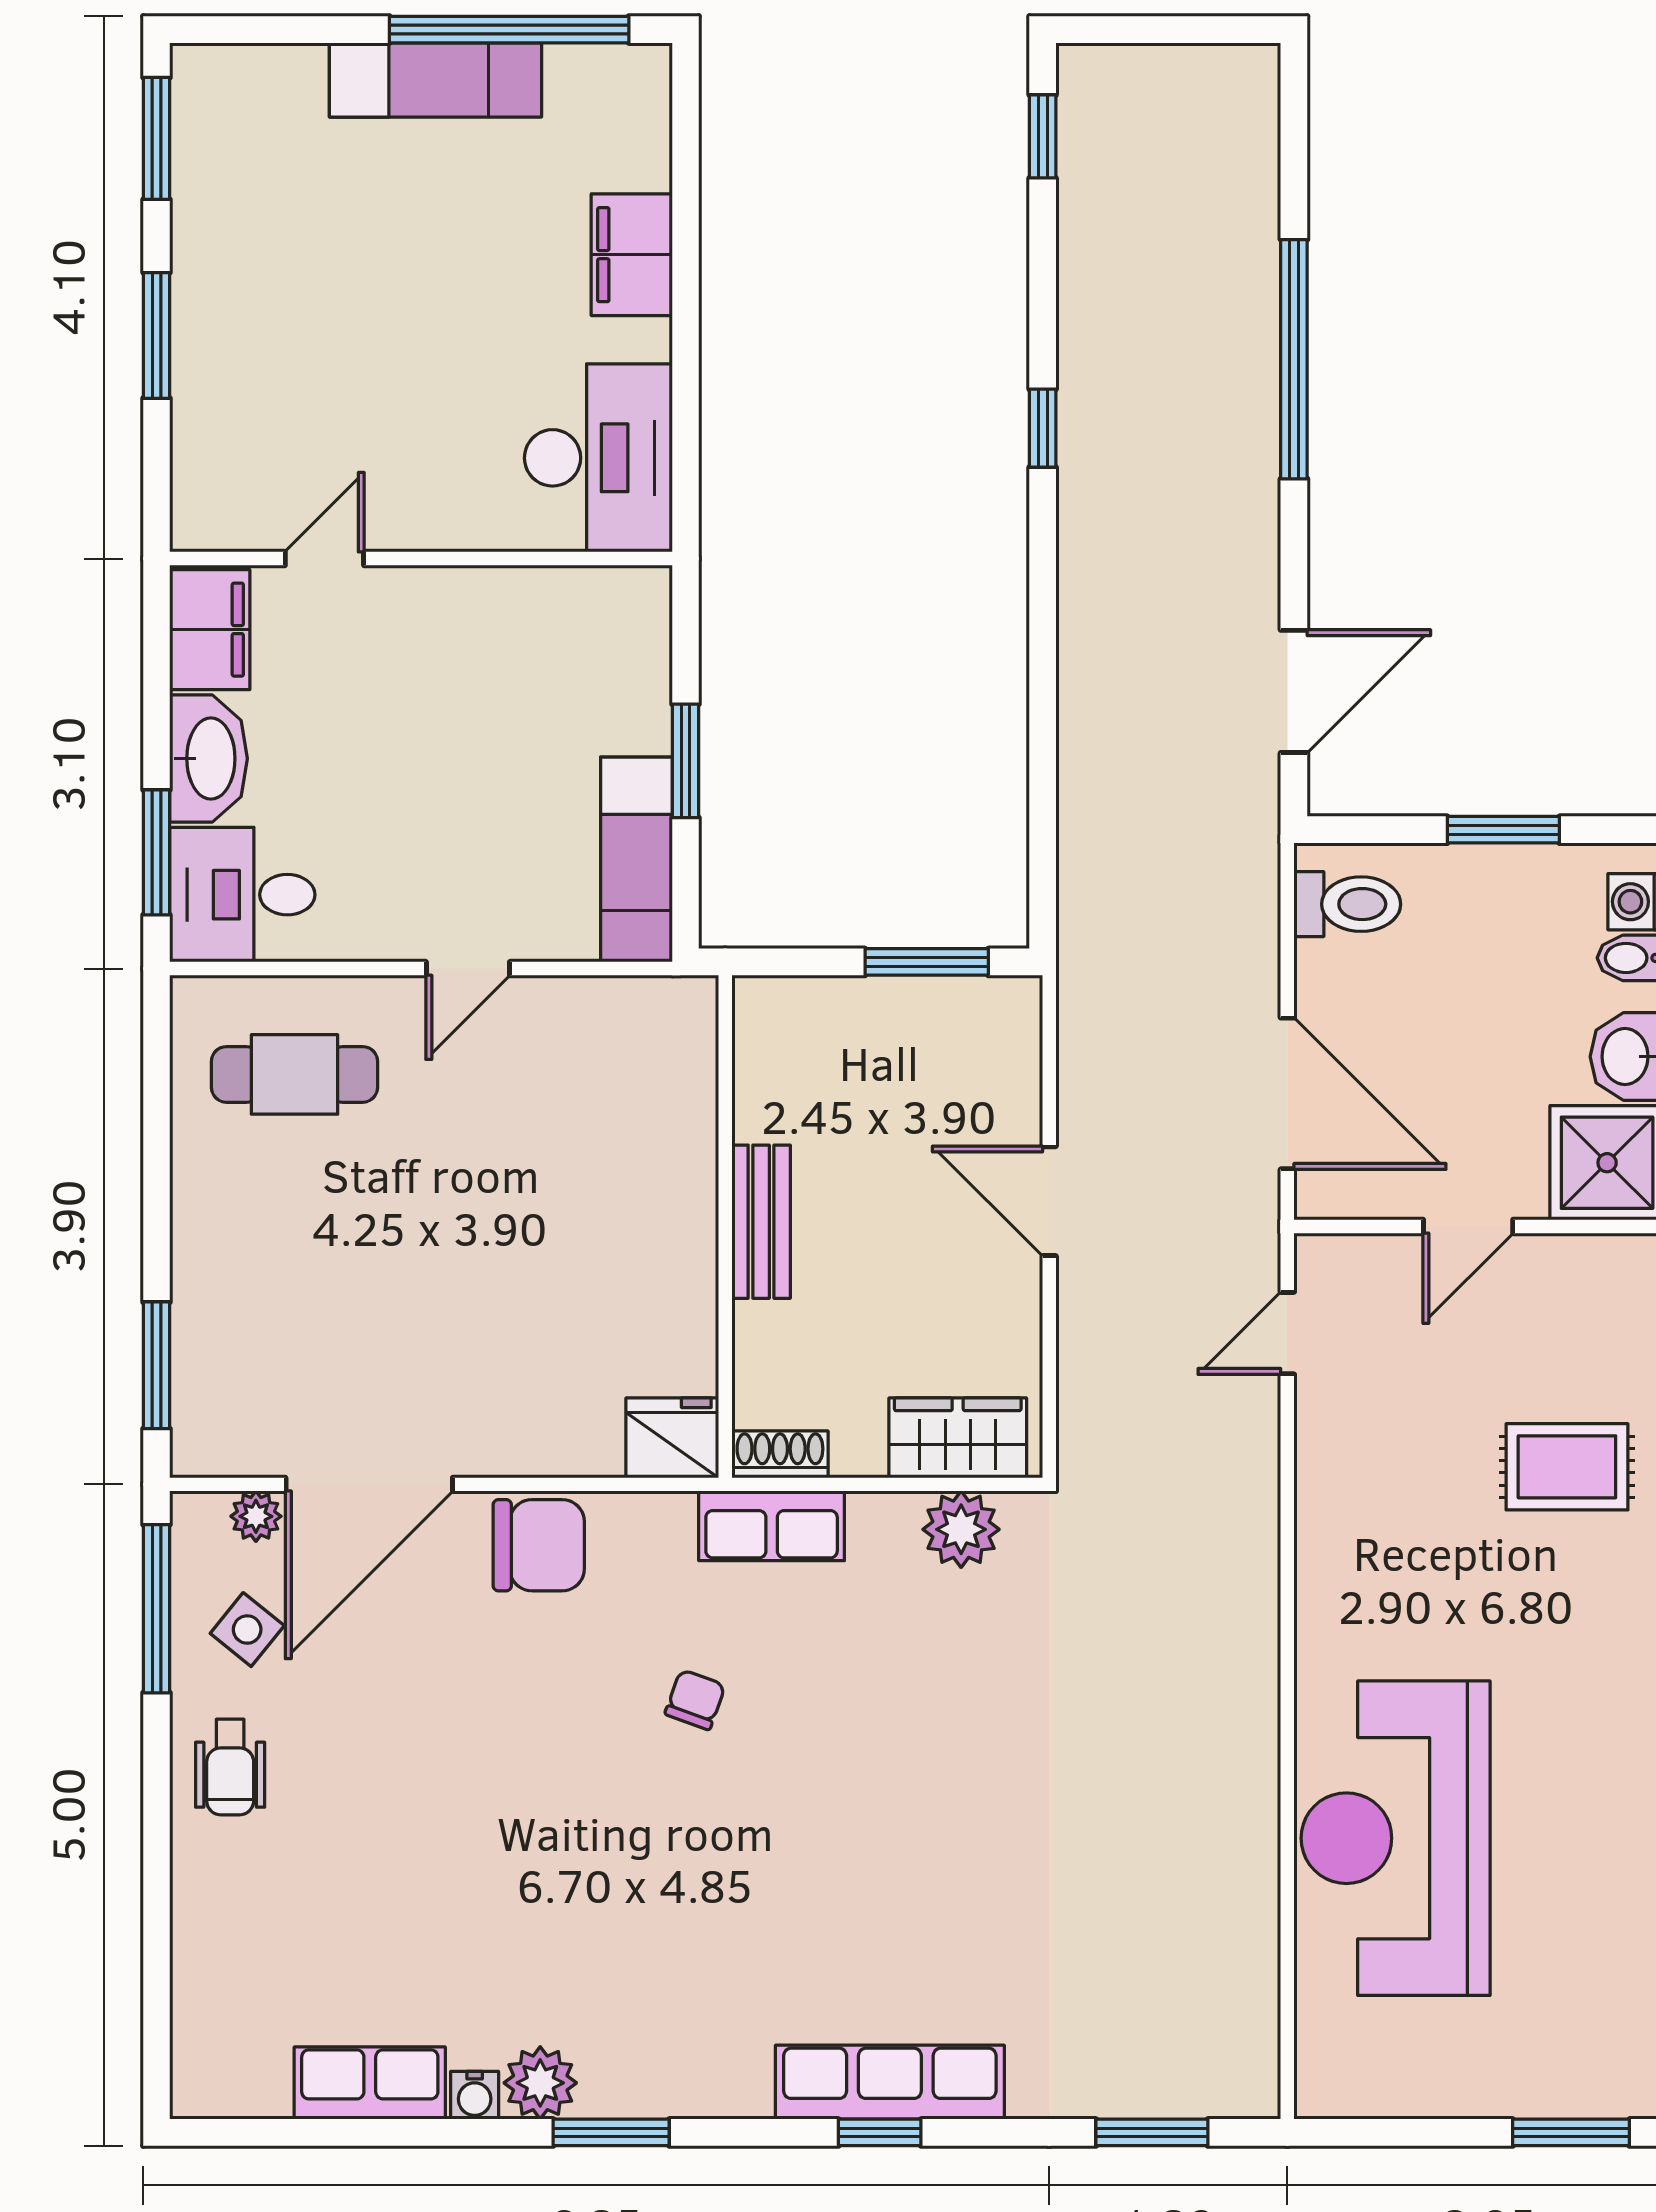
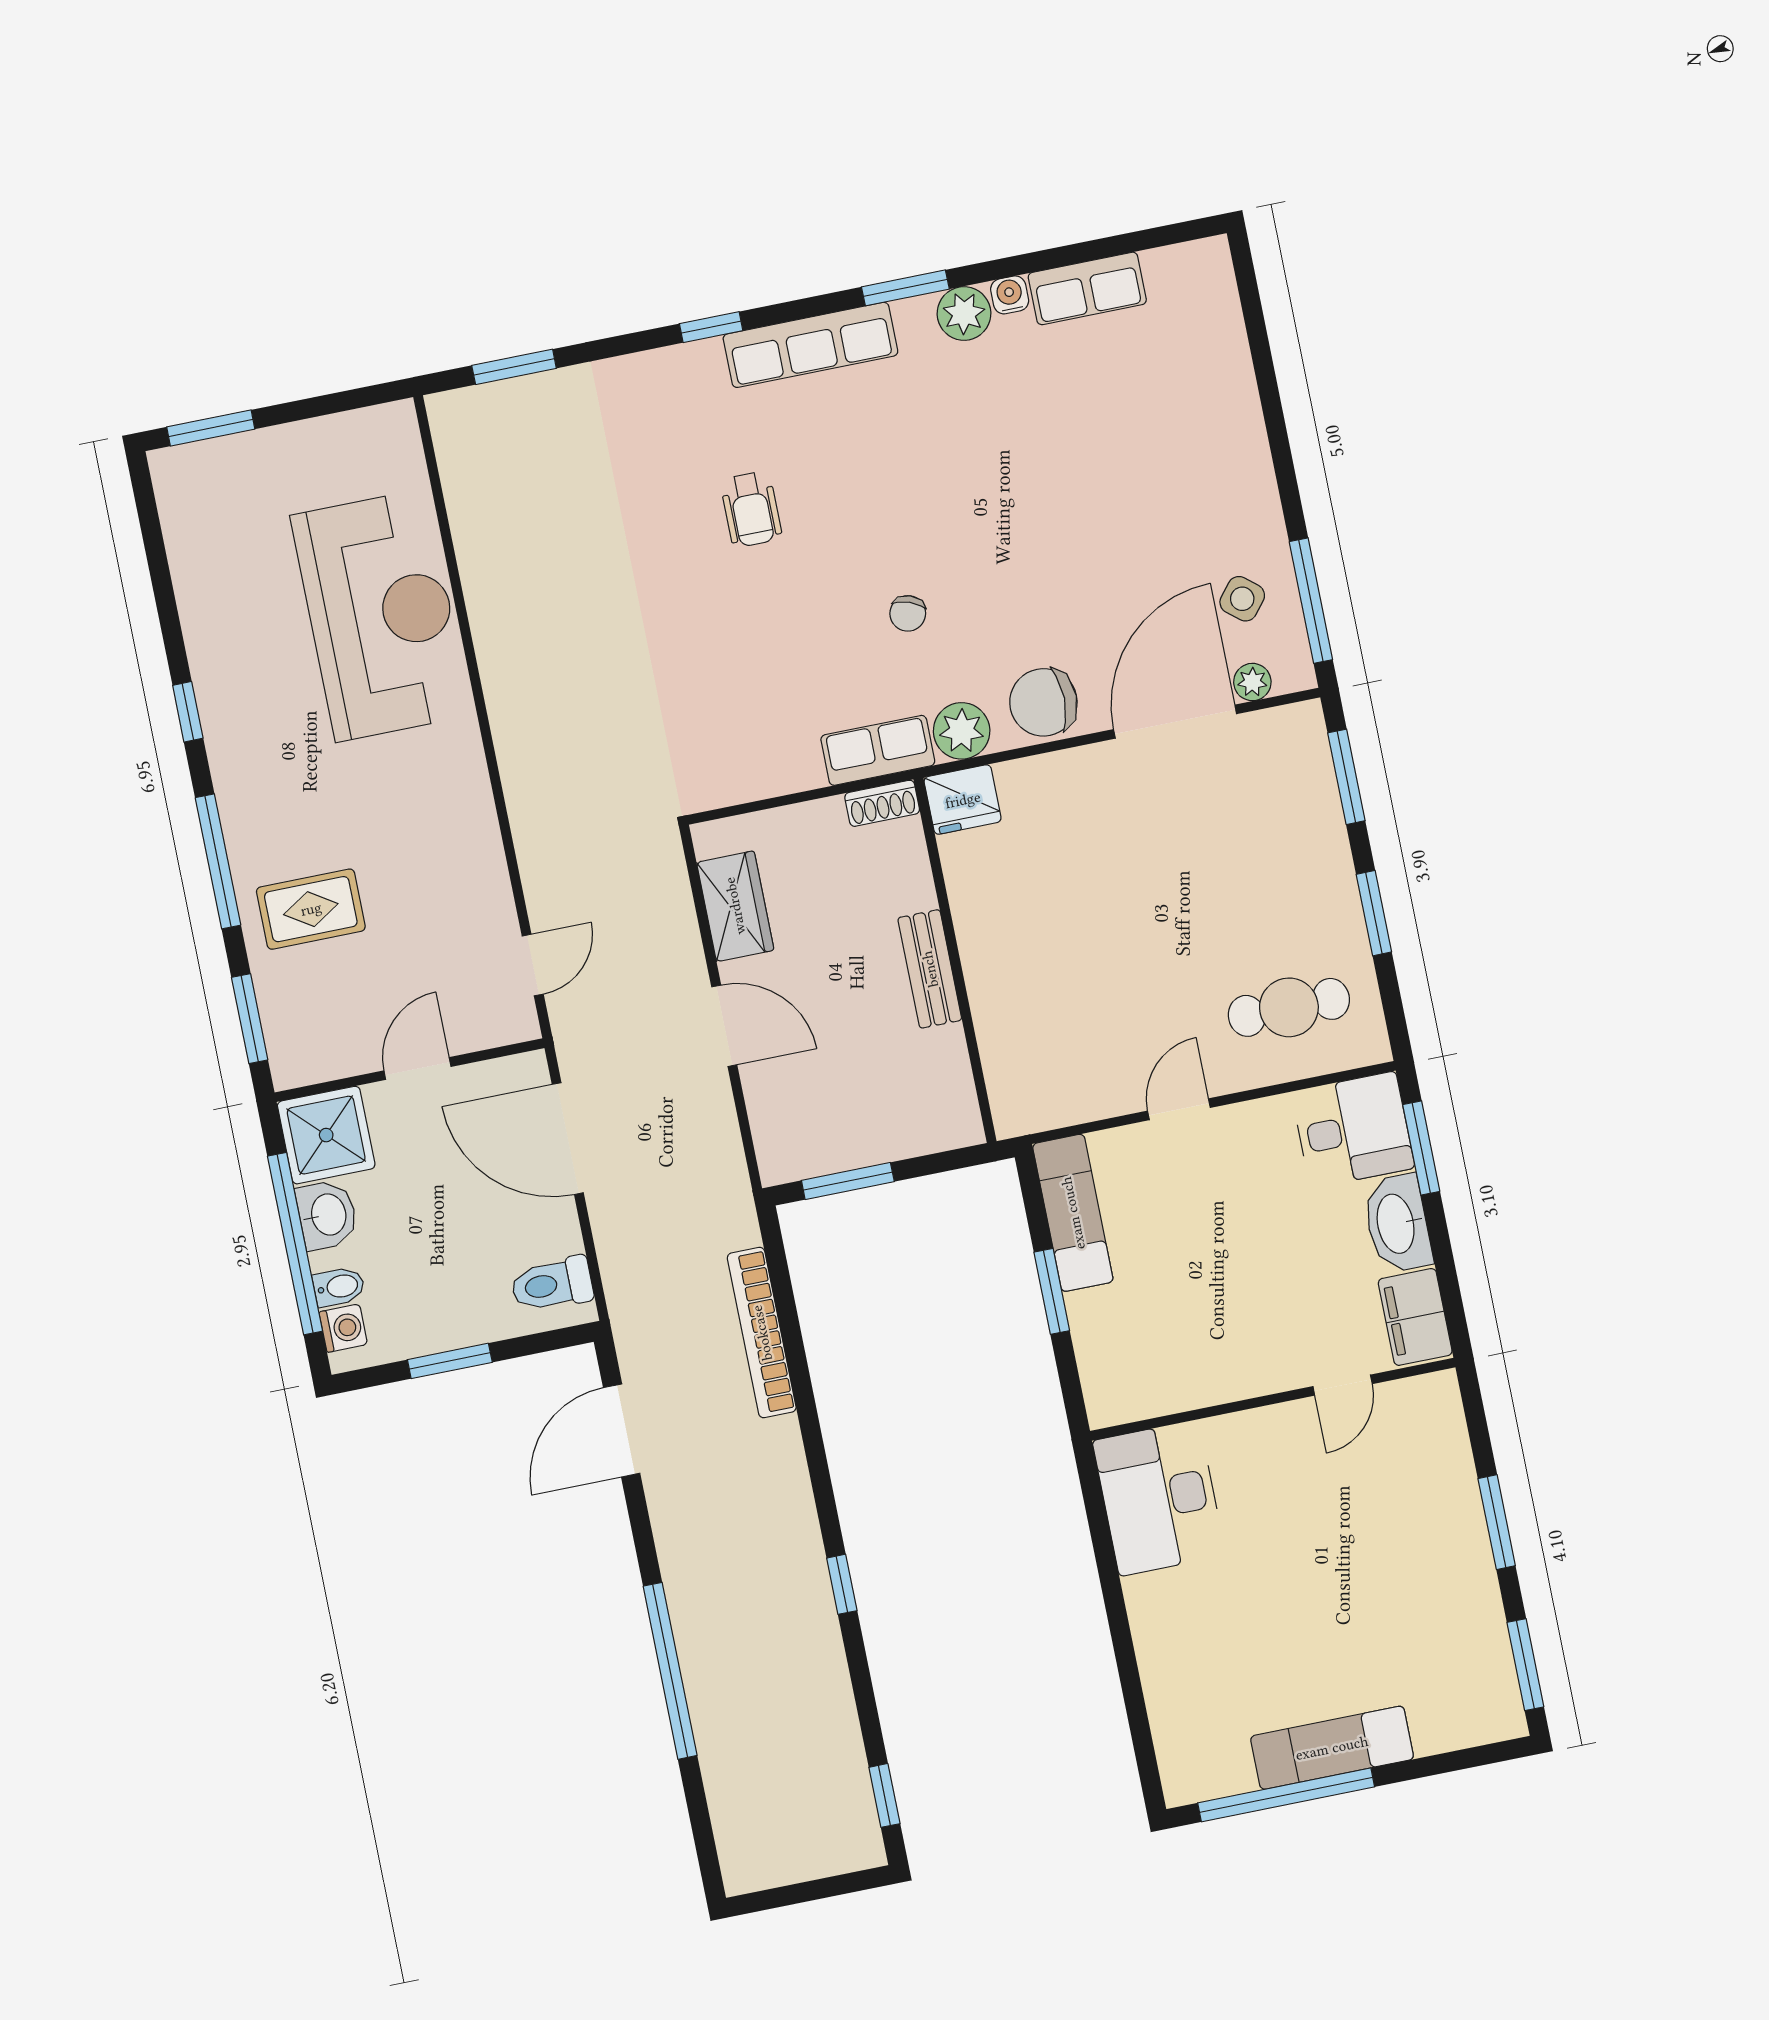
filing cabinet: (632, 255) -> (1165, 1650), removed
bookcase: (1082, 784) -> (762, 1333), added
window: (156, 1177) -> (1374, 913), added
wardrobe: (958, 1438) -> (735, 906), moved, turned -90
plant: (961, 1529) -> (962, 731), moved
wheelchair: (230, 1767) -> (751, 509), moved, turned 180
row of seats: (890, 2082) -> (810, 345), moved

